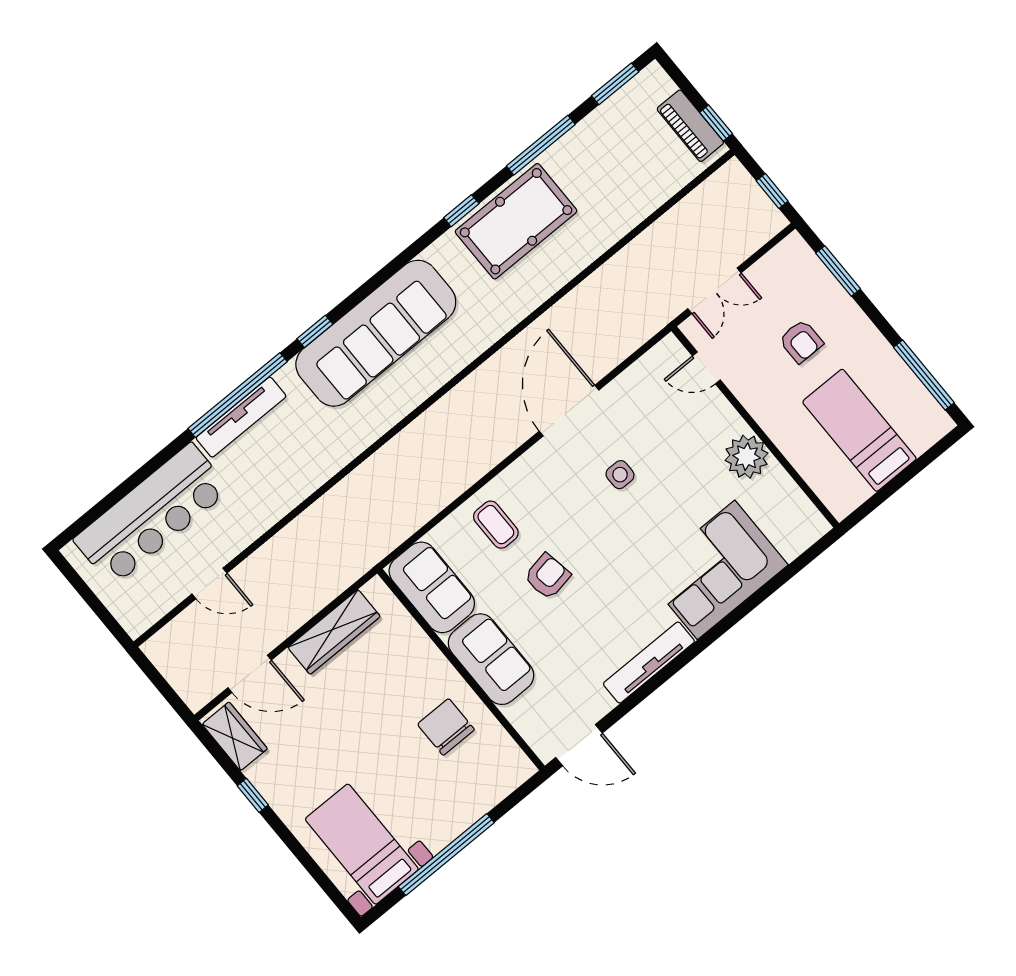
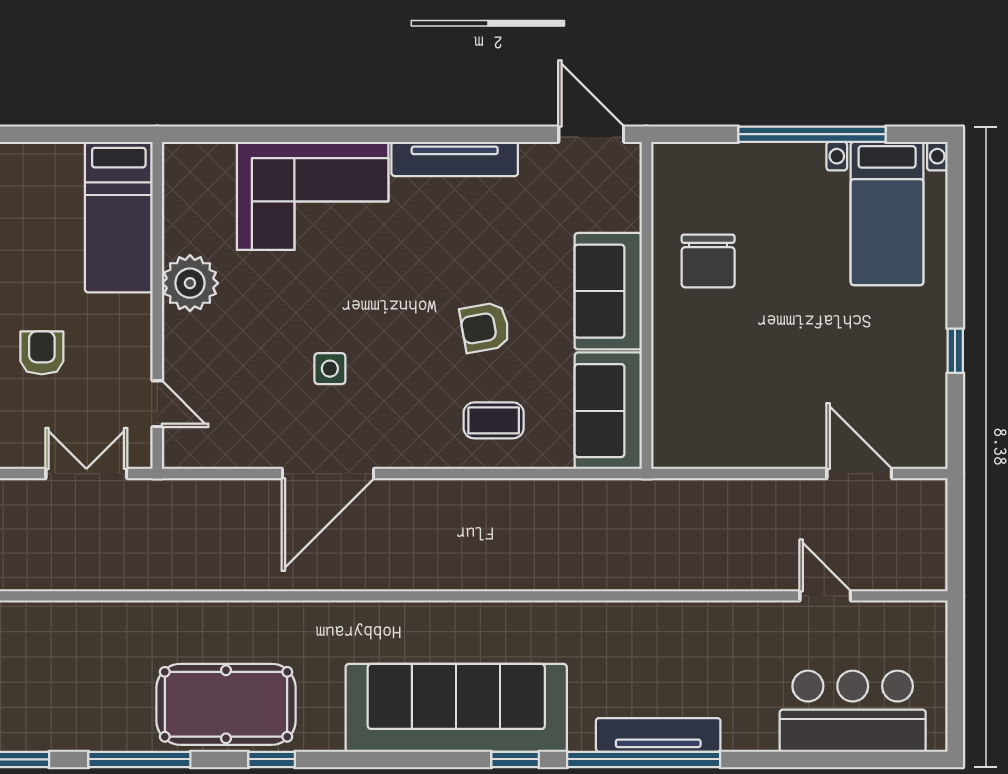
bed: (859, 430) -> (119, 217), moved
bar counter: (152, 515) -> (853, 711), width x0.73
coffee table: (496, 525) -> (494, 420), turned 90
wardrobe: (334, 632) -> (741, 446), removed
wardrobe: (235, 736) -> (925, 424), removed

